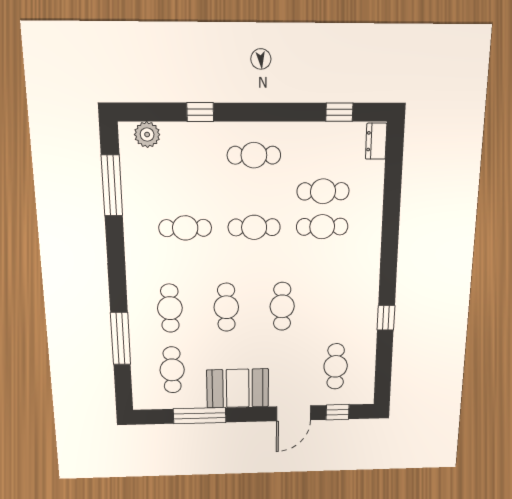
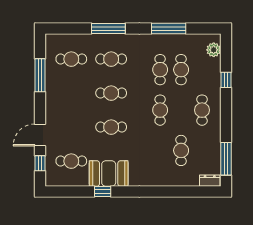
window: (339, 112) -> (226, 159), width x2.17
window: (112, 185) -> (169, 29), moved
cafe table: (322, 227) -> (181, 70), moved
window: (121, 338) -> (108, 29), moved
booth: (238, 388) -> (109, 173), moved, turned 90
door: (294, 413) -> (40, 135), hinge flipped

